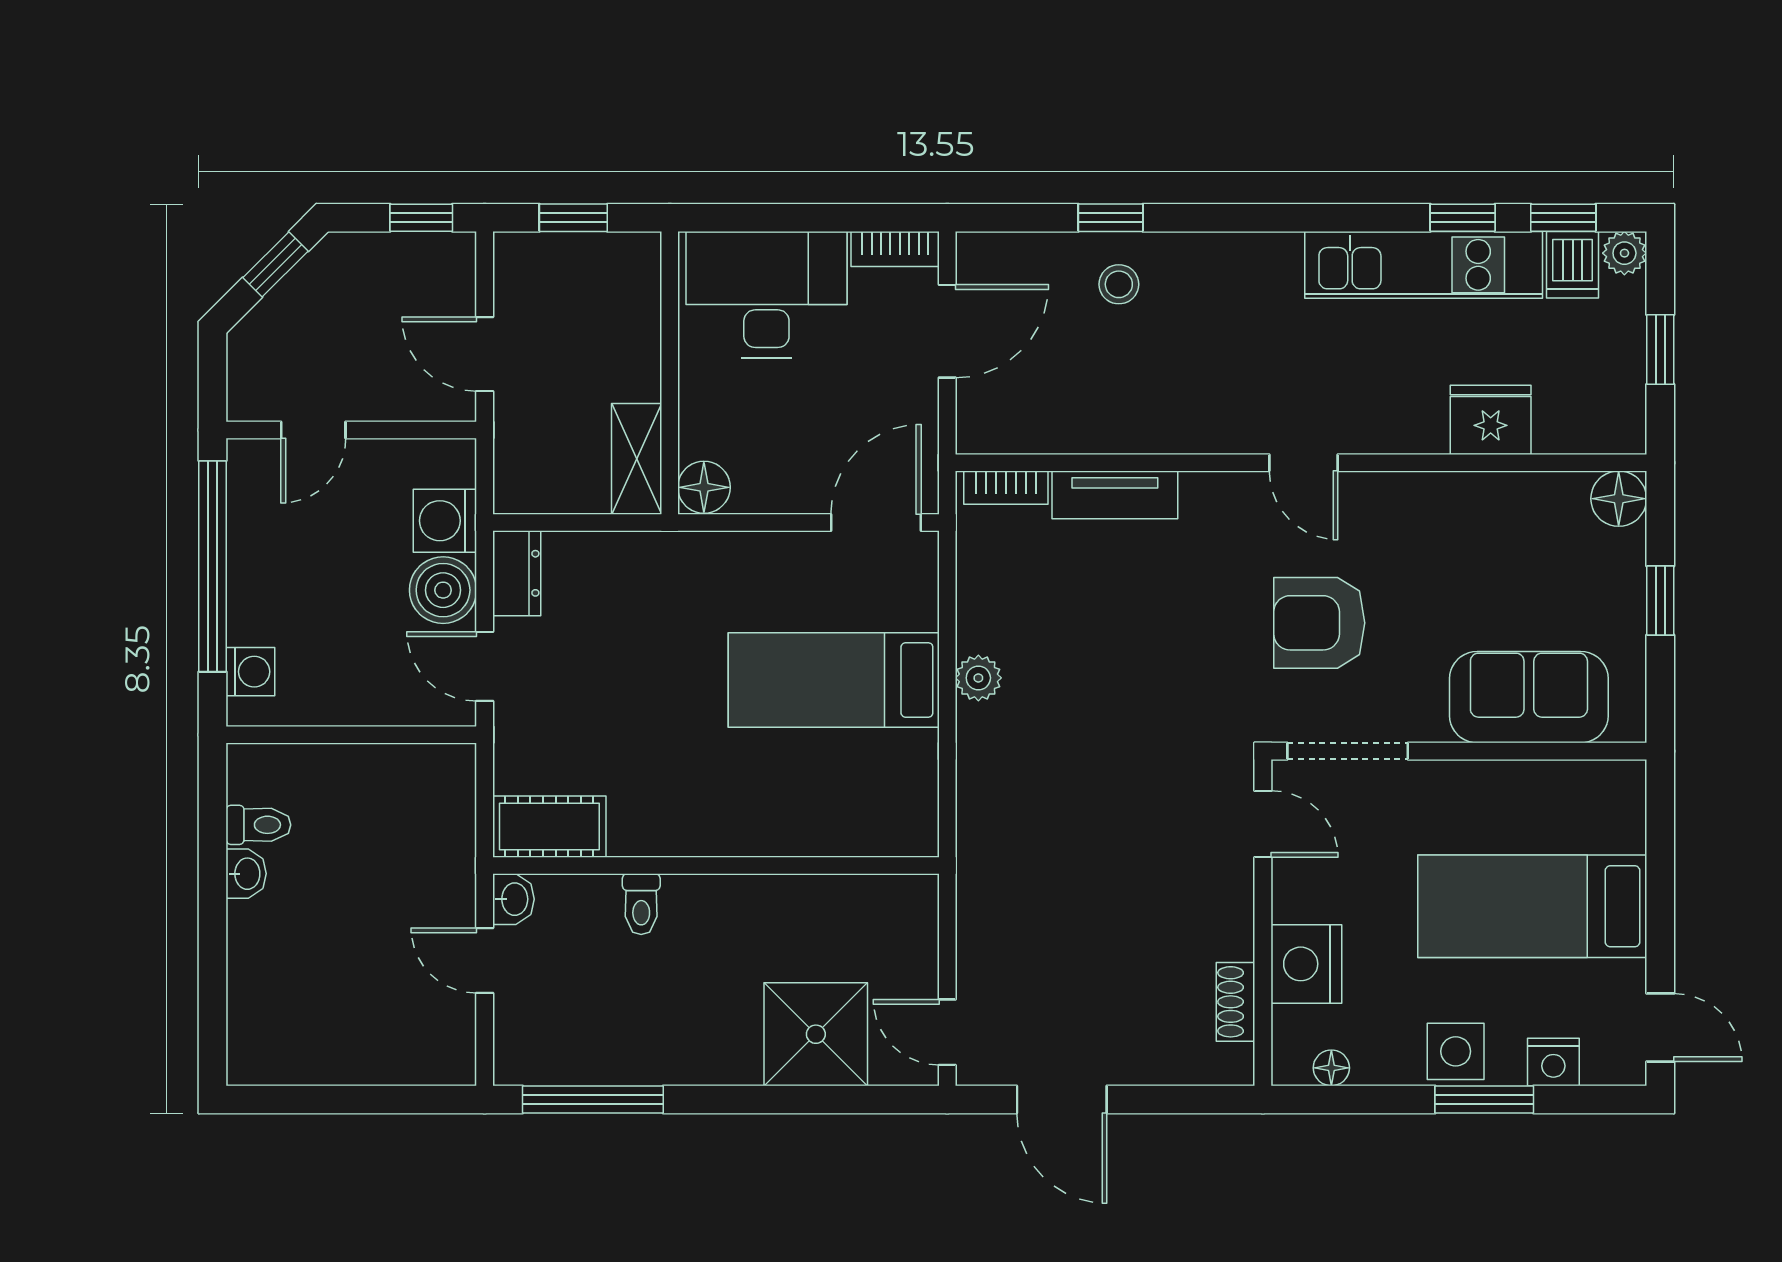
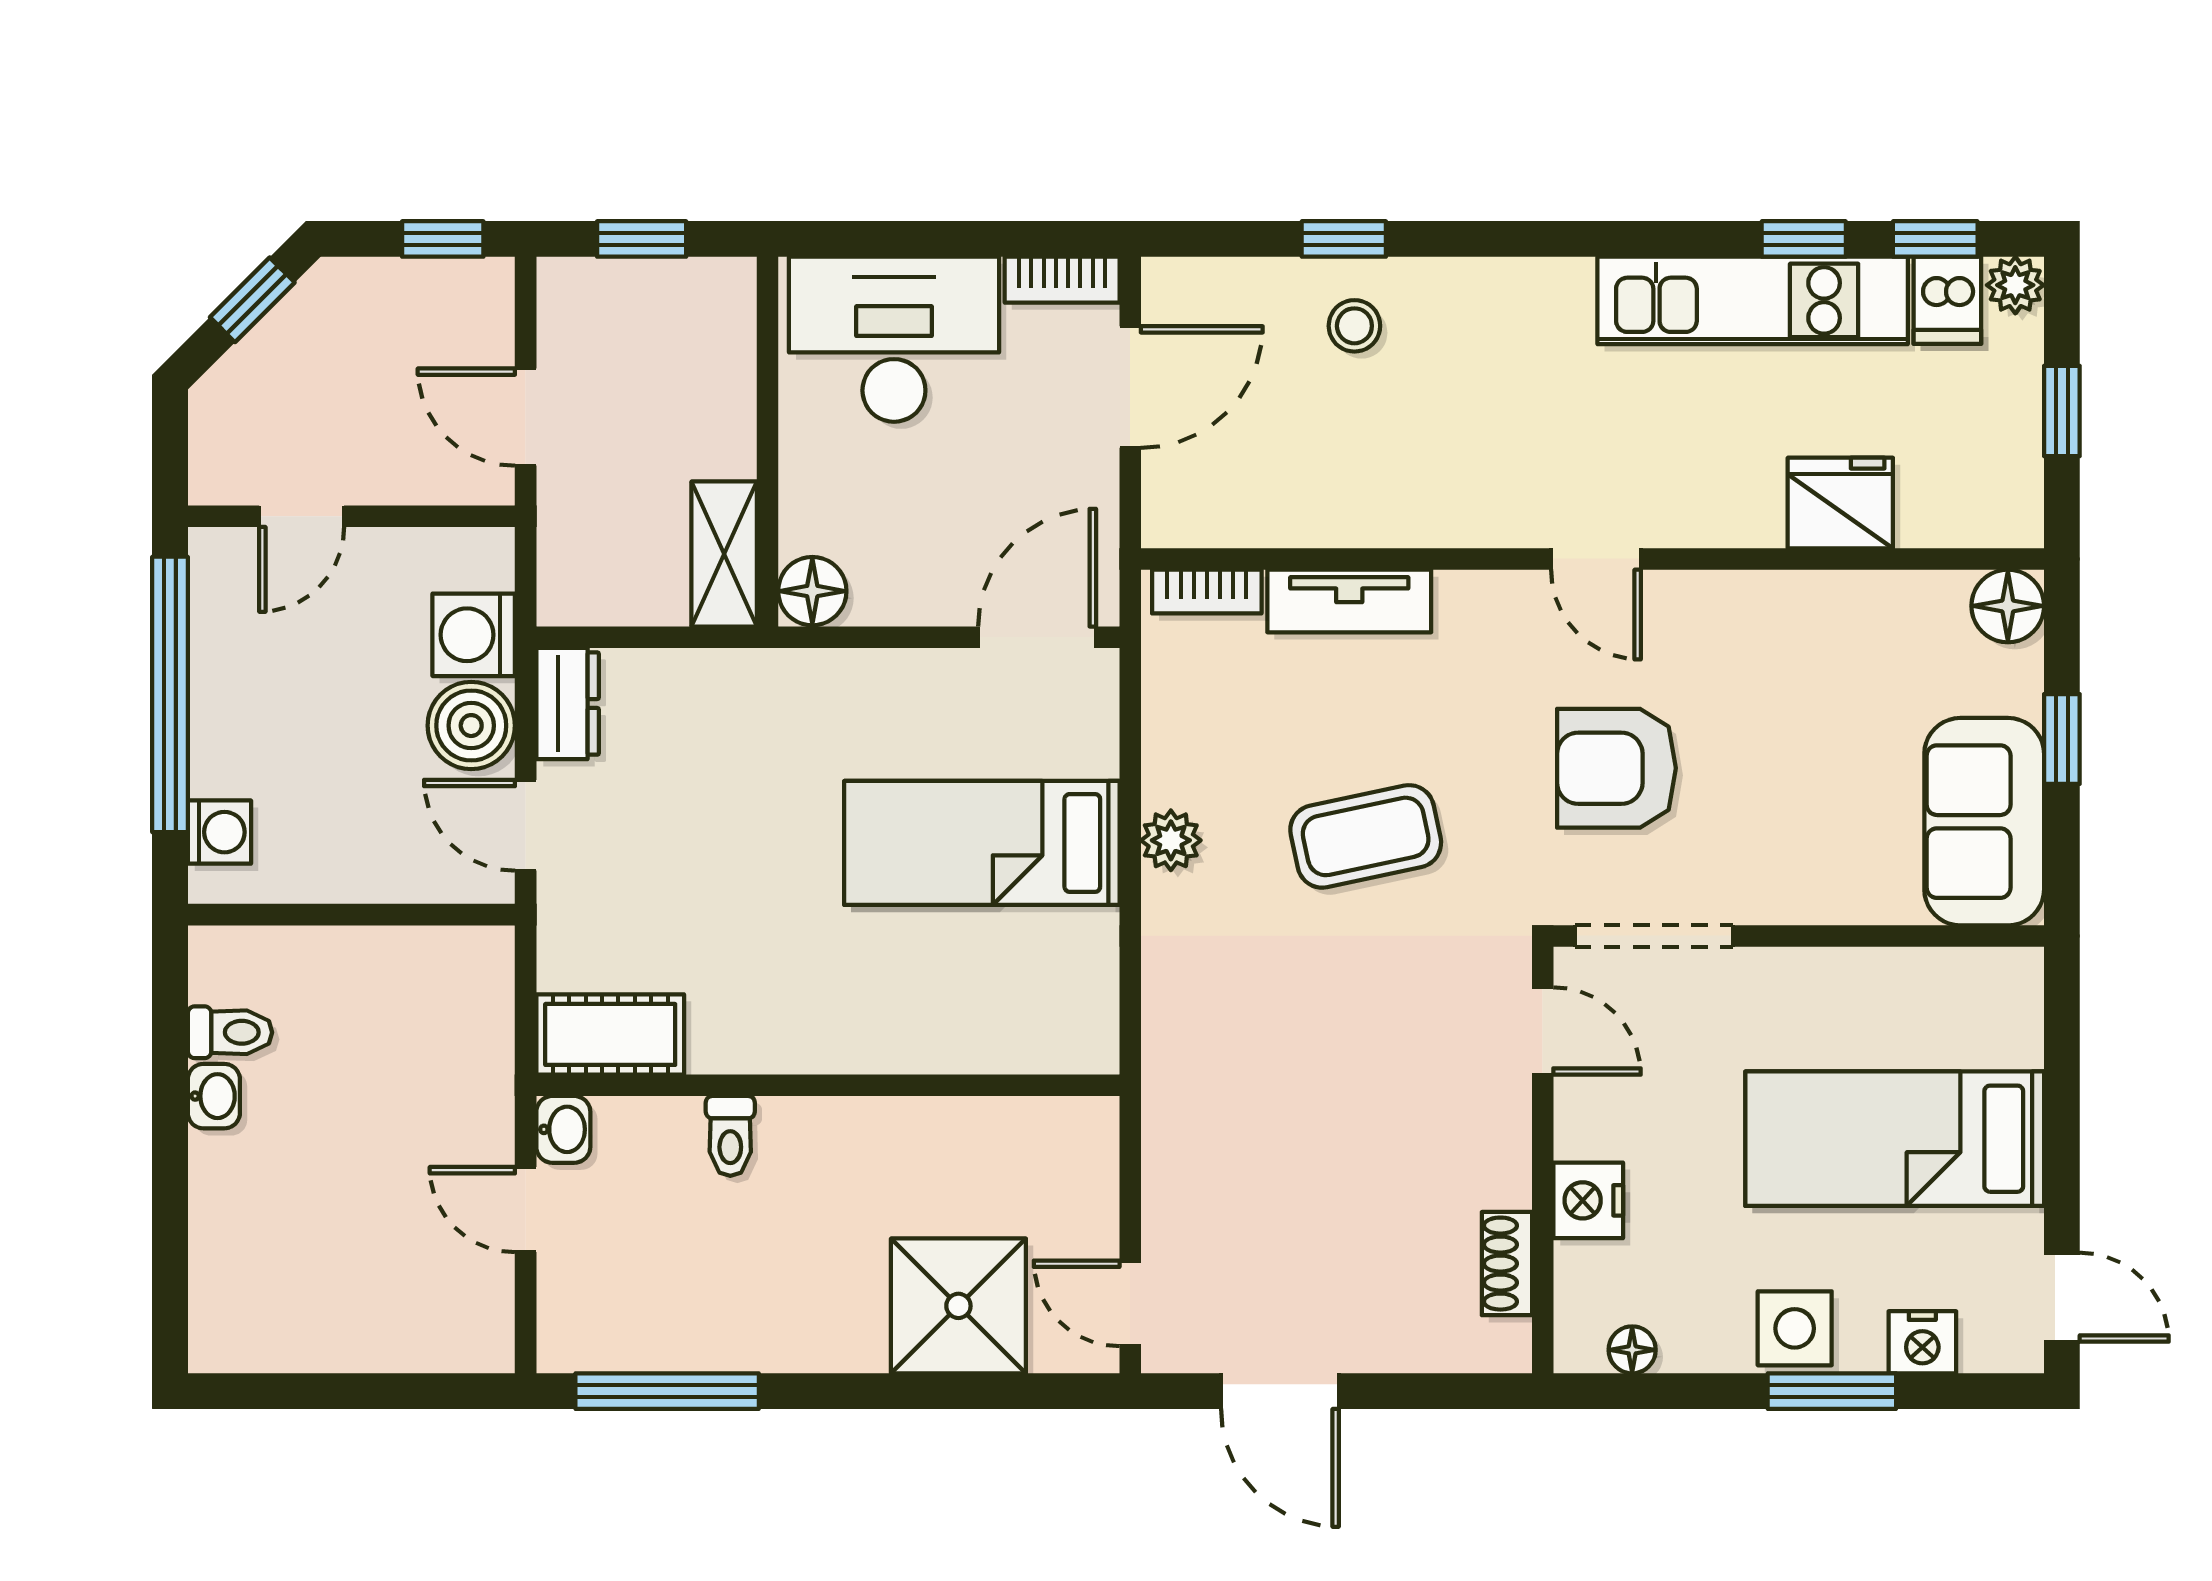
coffee table: (1127, 675) -> (1366, 836), added
sofa: (1529, 697) -> (1984, 822), moved, turned -90
nightstand: (1306, 964) -> (1588, 1200), width x0.74, depth x0.75

